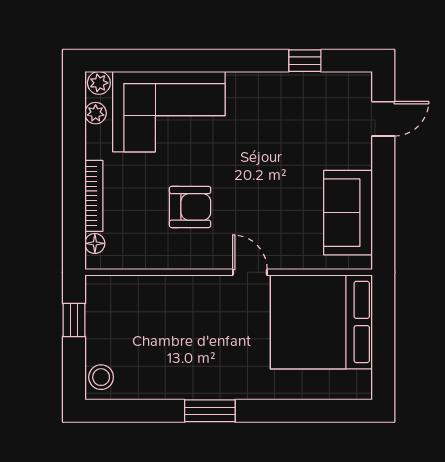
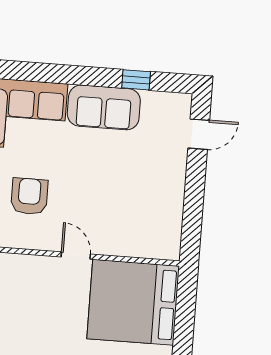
armchair: (190, 207) -> (29, 196), turned -90
sofa: (348, 213) -> (104, 107), moved, turned -90

